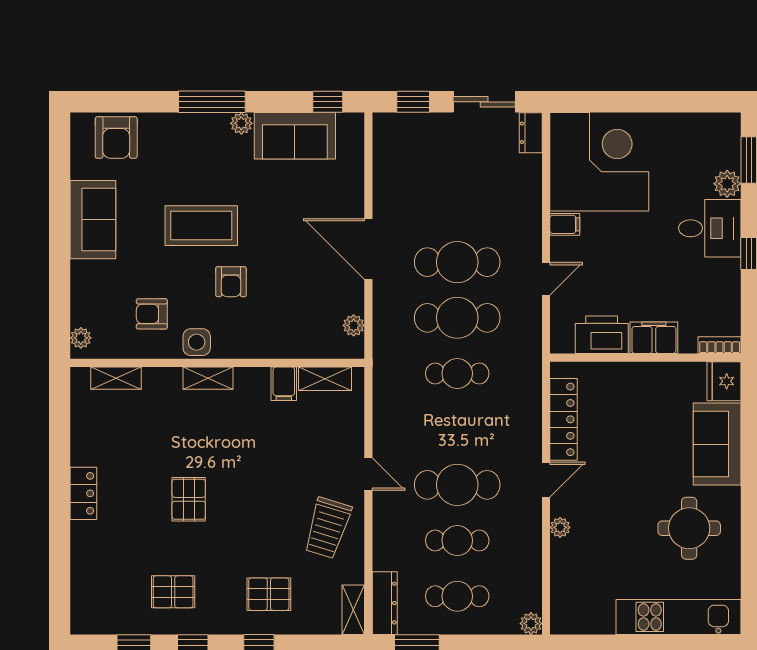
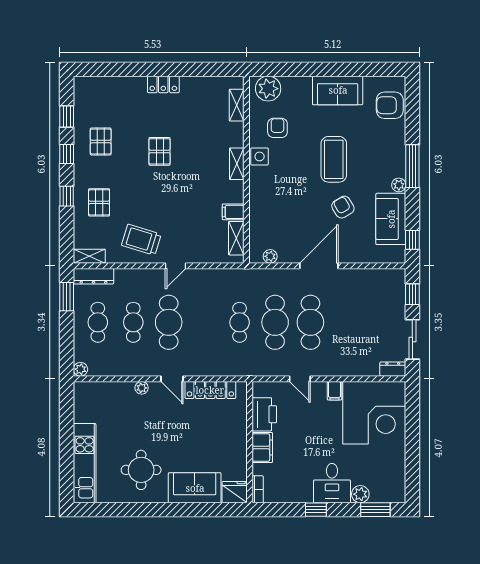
armchair: (231, 282) -> (343, 207), moved, turned 59
plant: (81, 338) -> (268, 89), width x1.88, depth x1.88
pallet: (189, 499) -> (160, 151), turned 90

